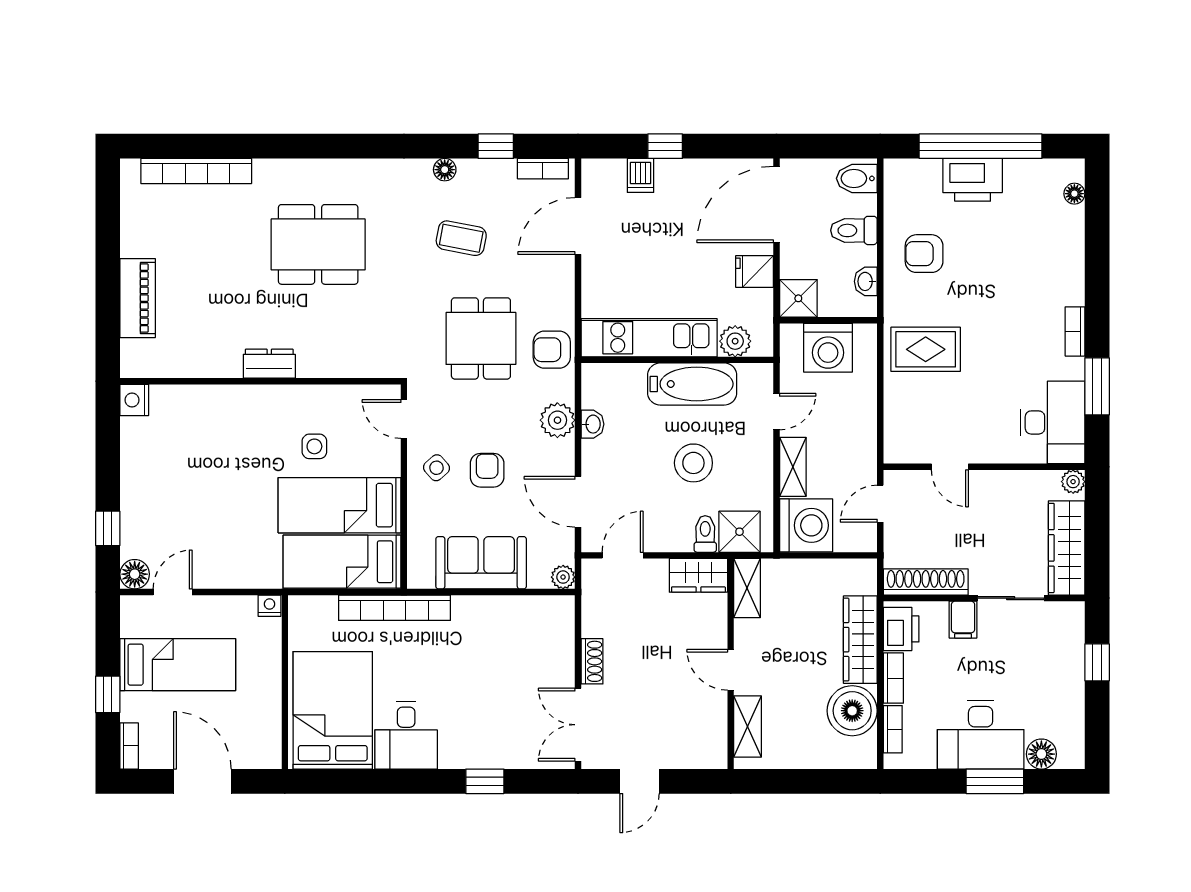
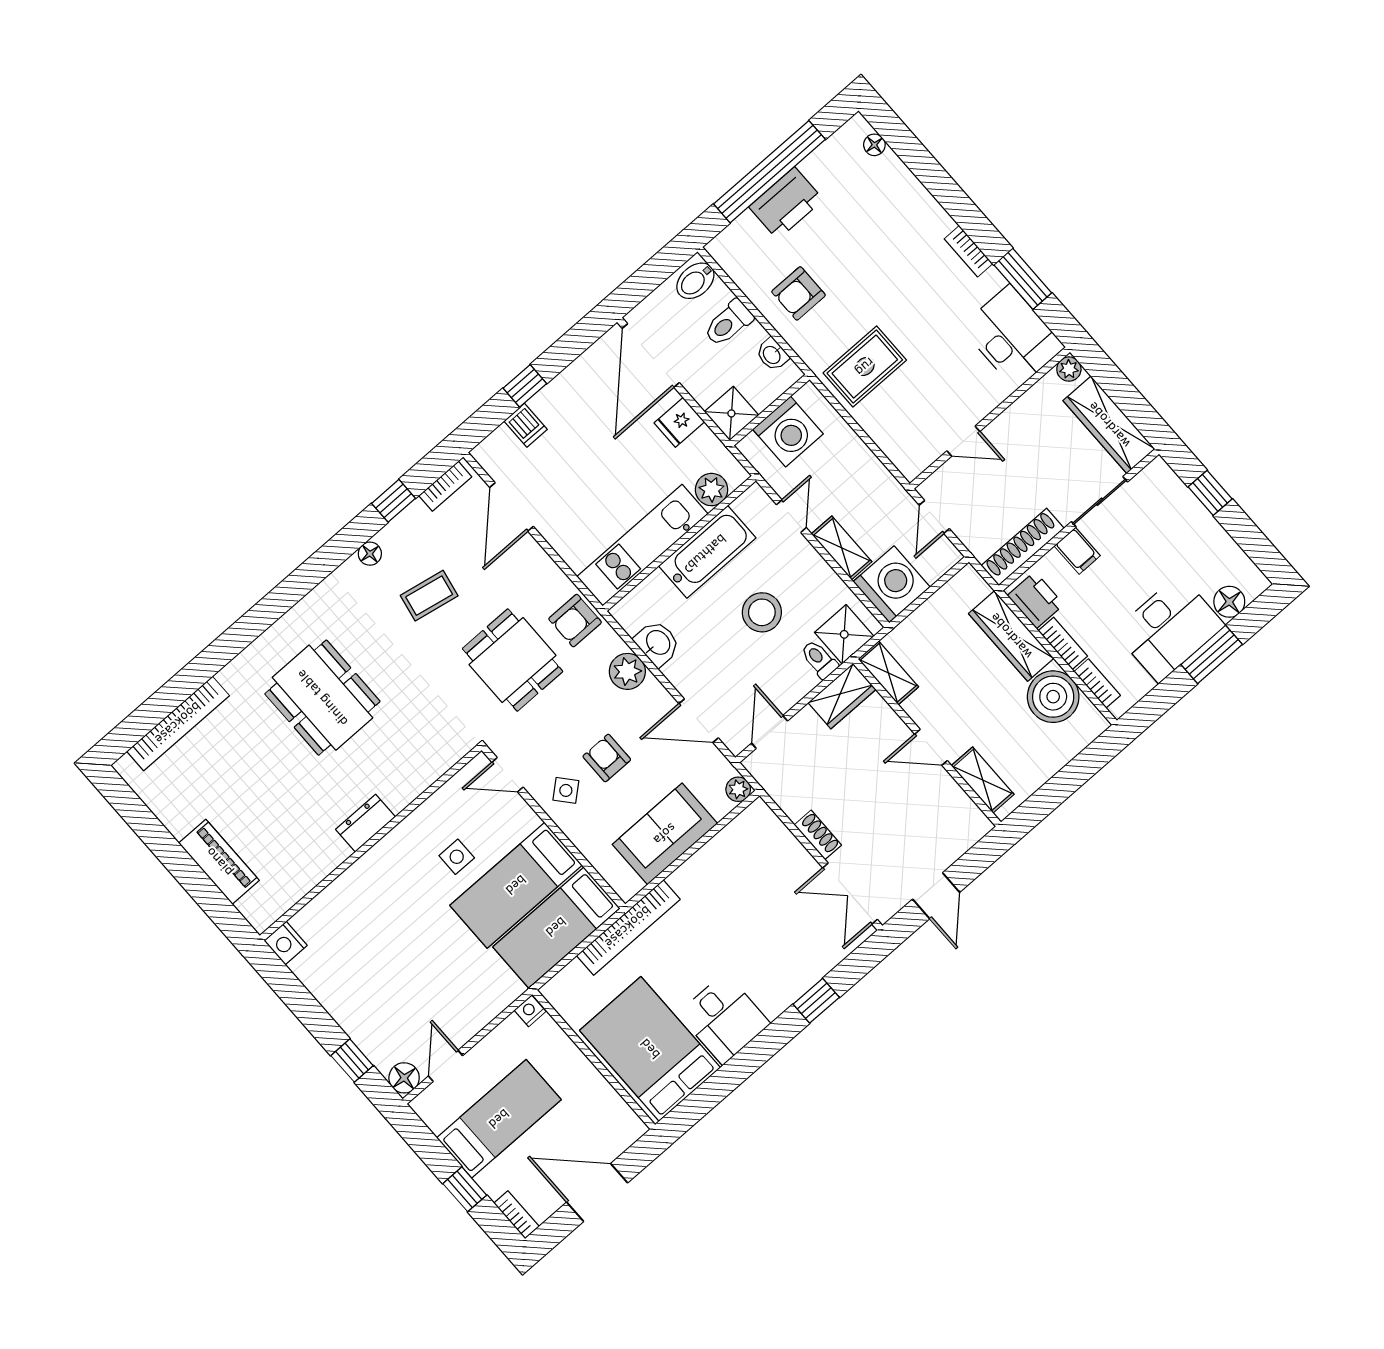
dining table: (318, 244) -> (322, 698), turned 90
washbasin: (592, 424) -> (657, 643), width x1.38, depth x1.45

